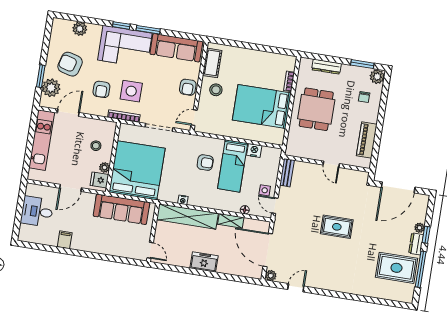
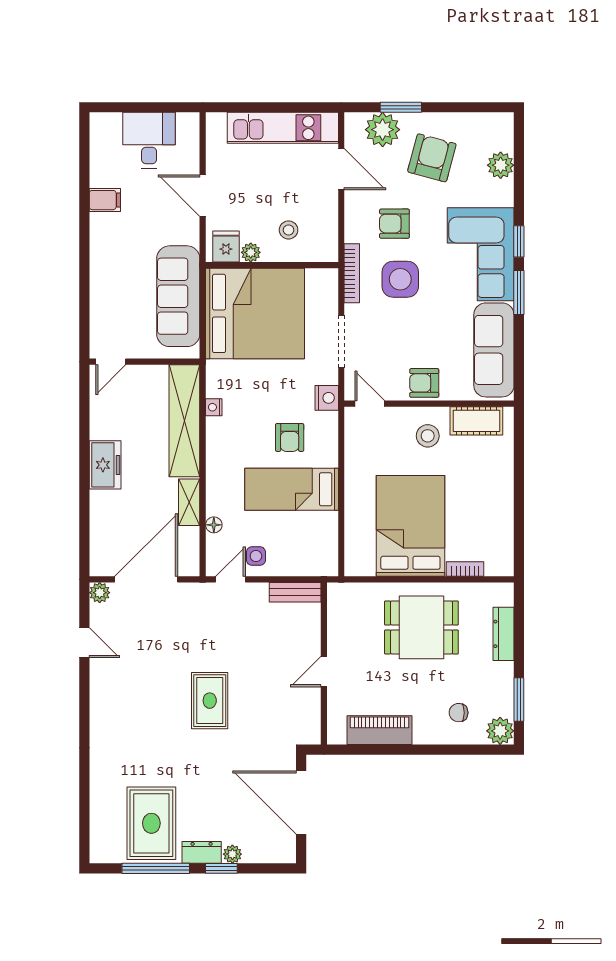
nightstand: (254, 150) -> (327, 398), moved

